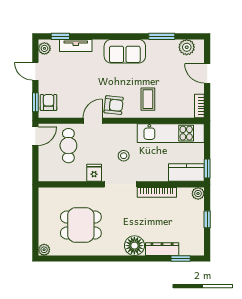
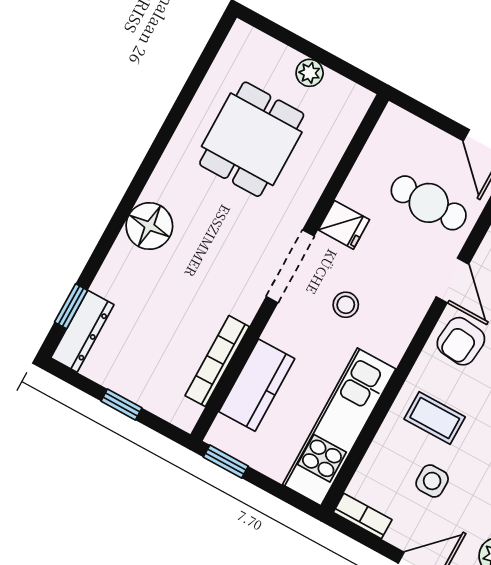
side table: (172, 87) -> (432, 481), added
kitchen counter: (186, 173) -> (257, 385), moved
bookcase: (157, 192) -> (217, 361), moved
plant: (198, 194) -> (185, 415), removed
dresser: (162, 249) -> (82, 331), moved
plant: (44, 250) -> (310, 73), moved

